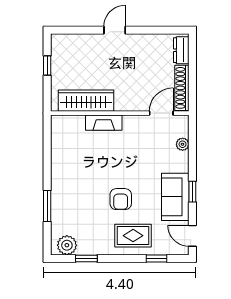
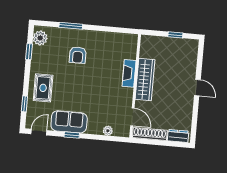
wardrobe: (86, 101) -> (145, 80), moved
armchair: (121, 199) -> (78, 55), moved, turned -90

